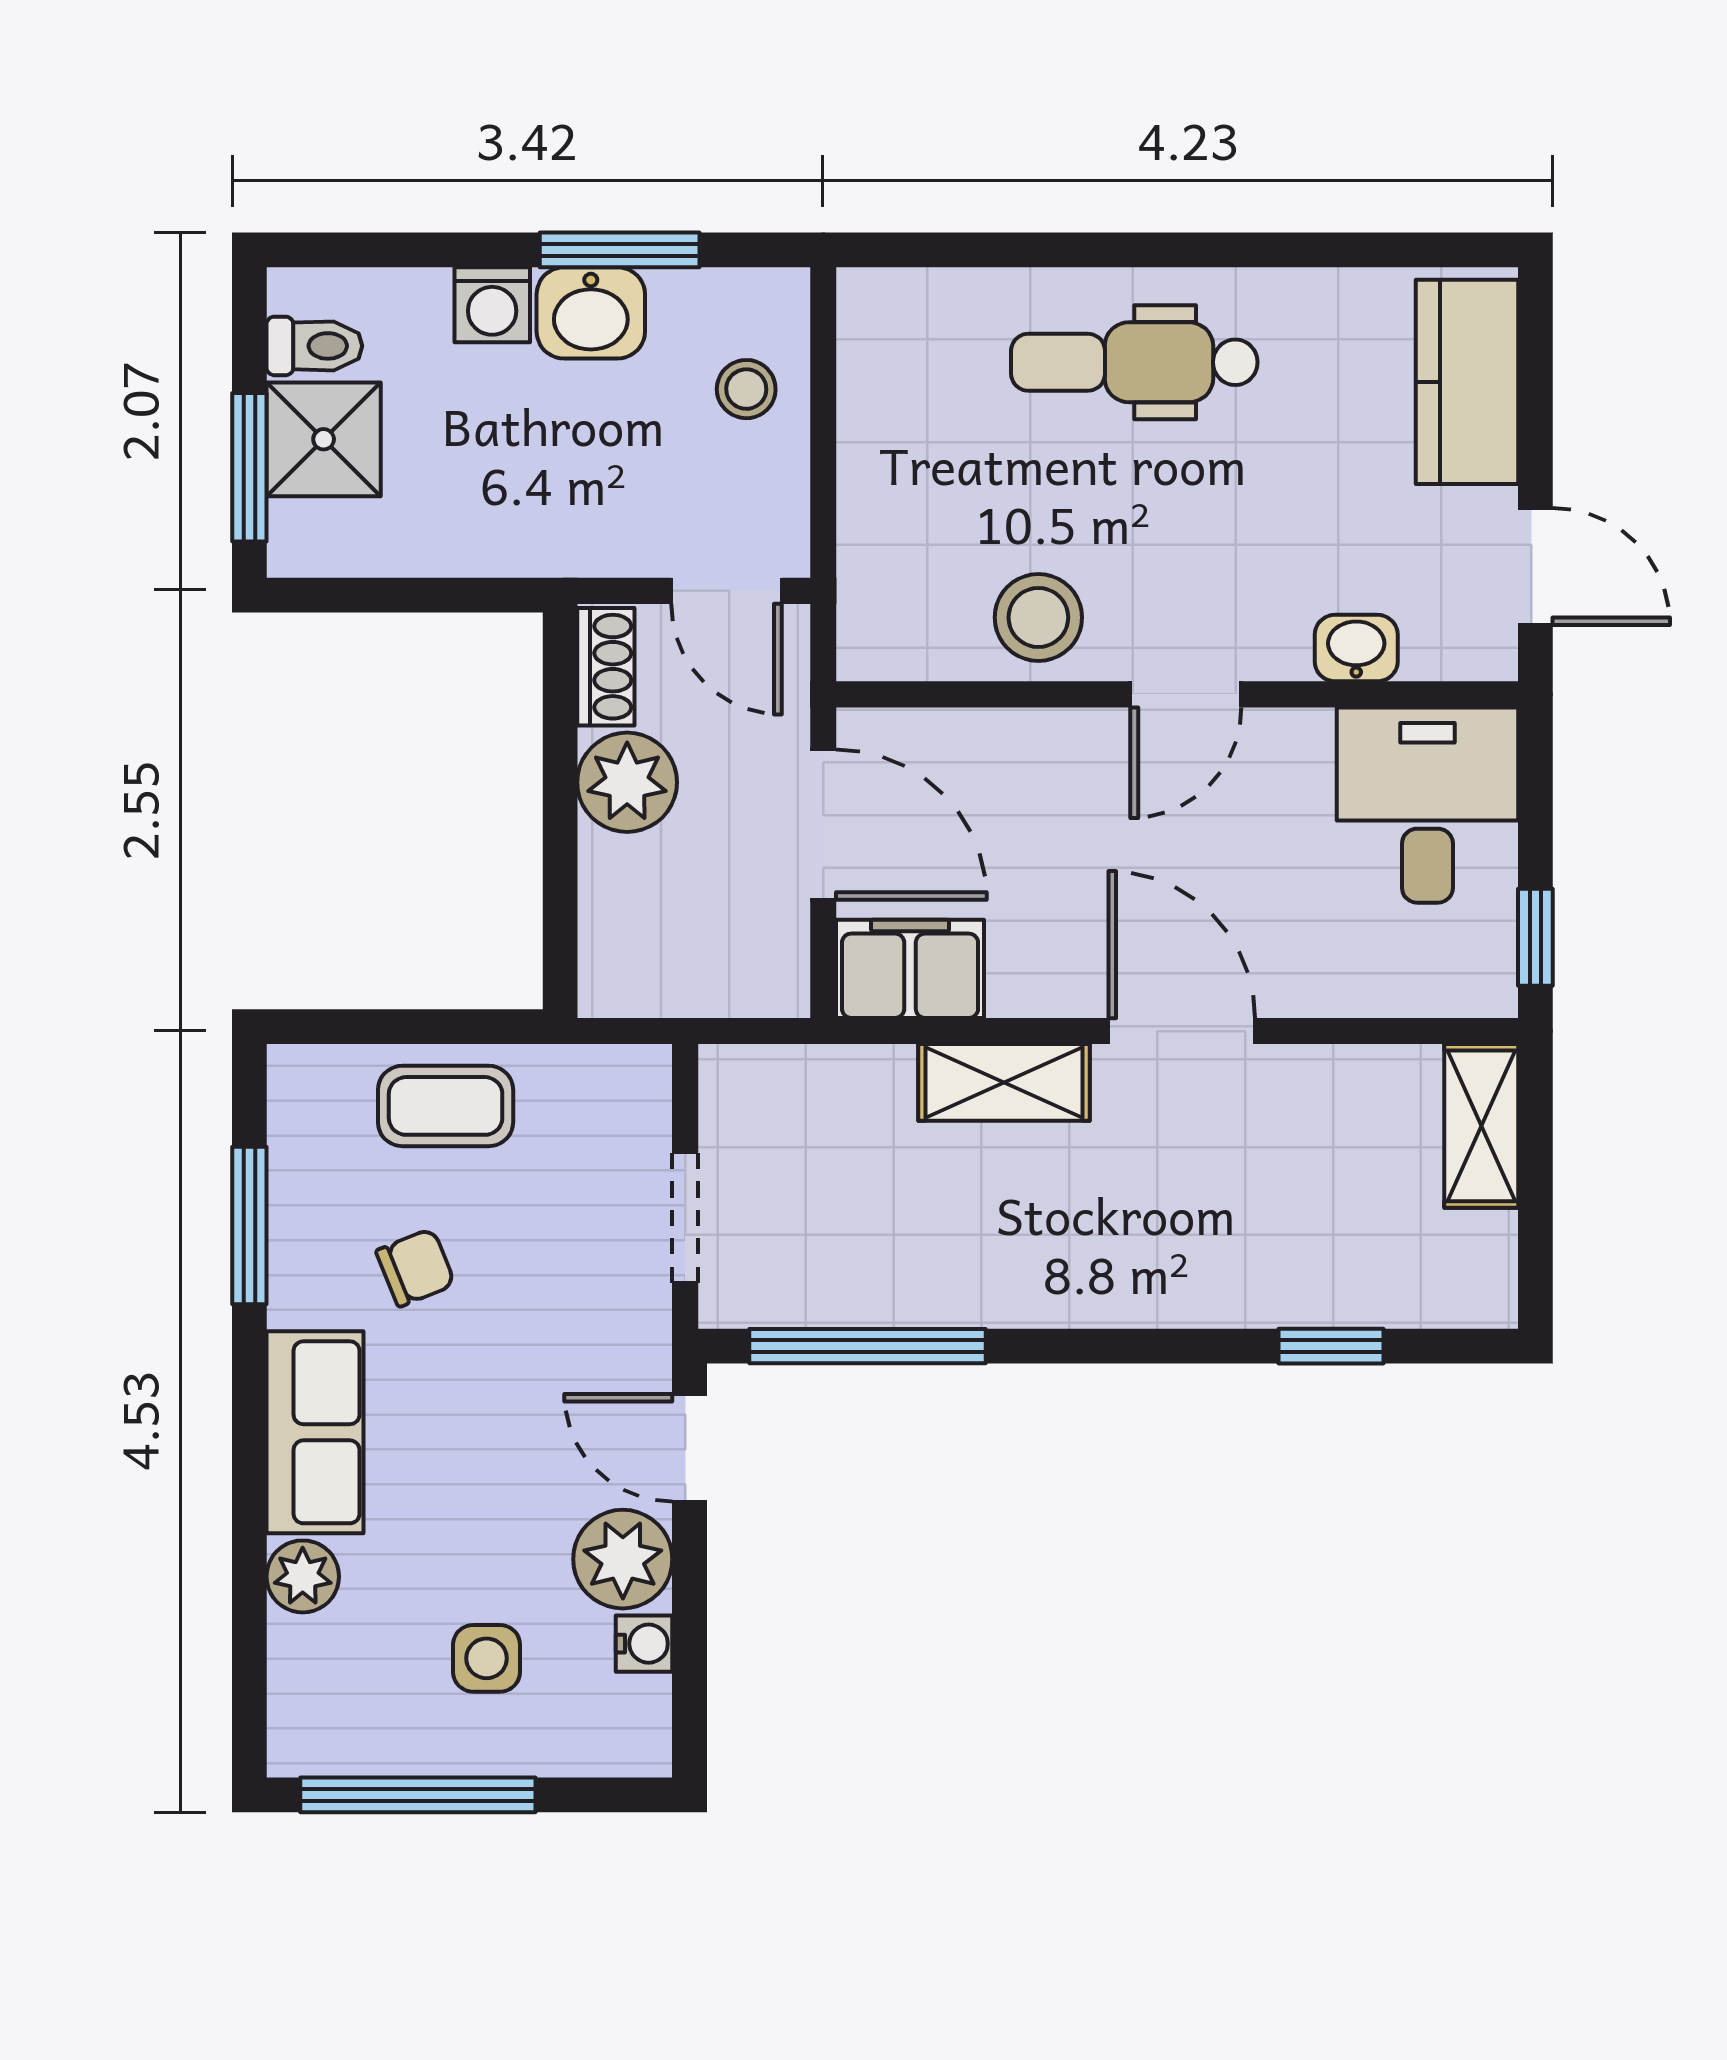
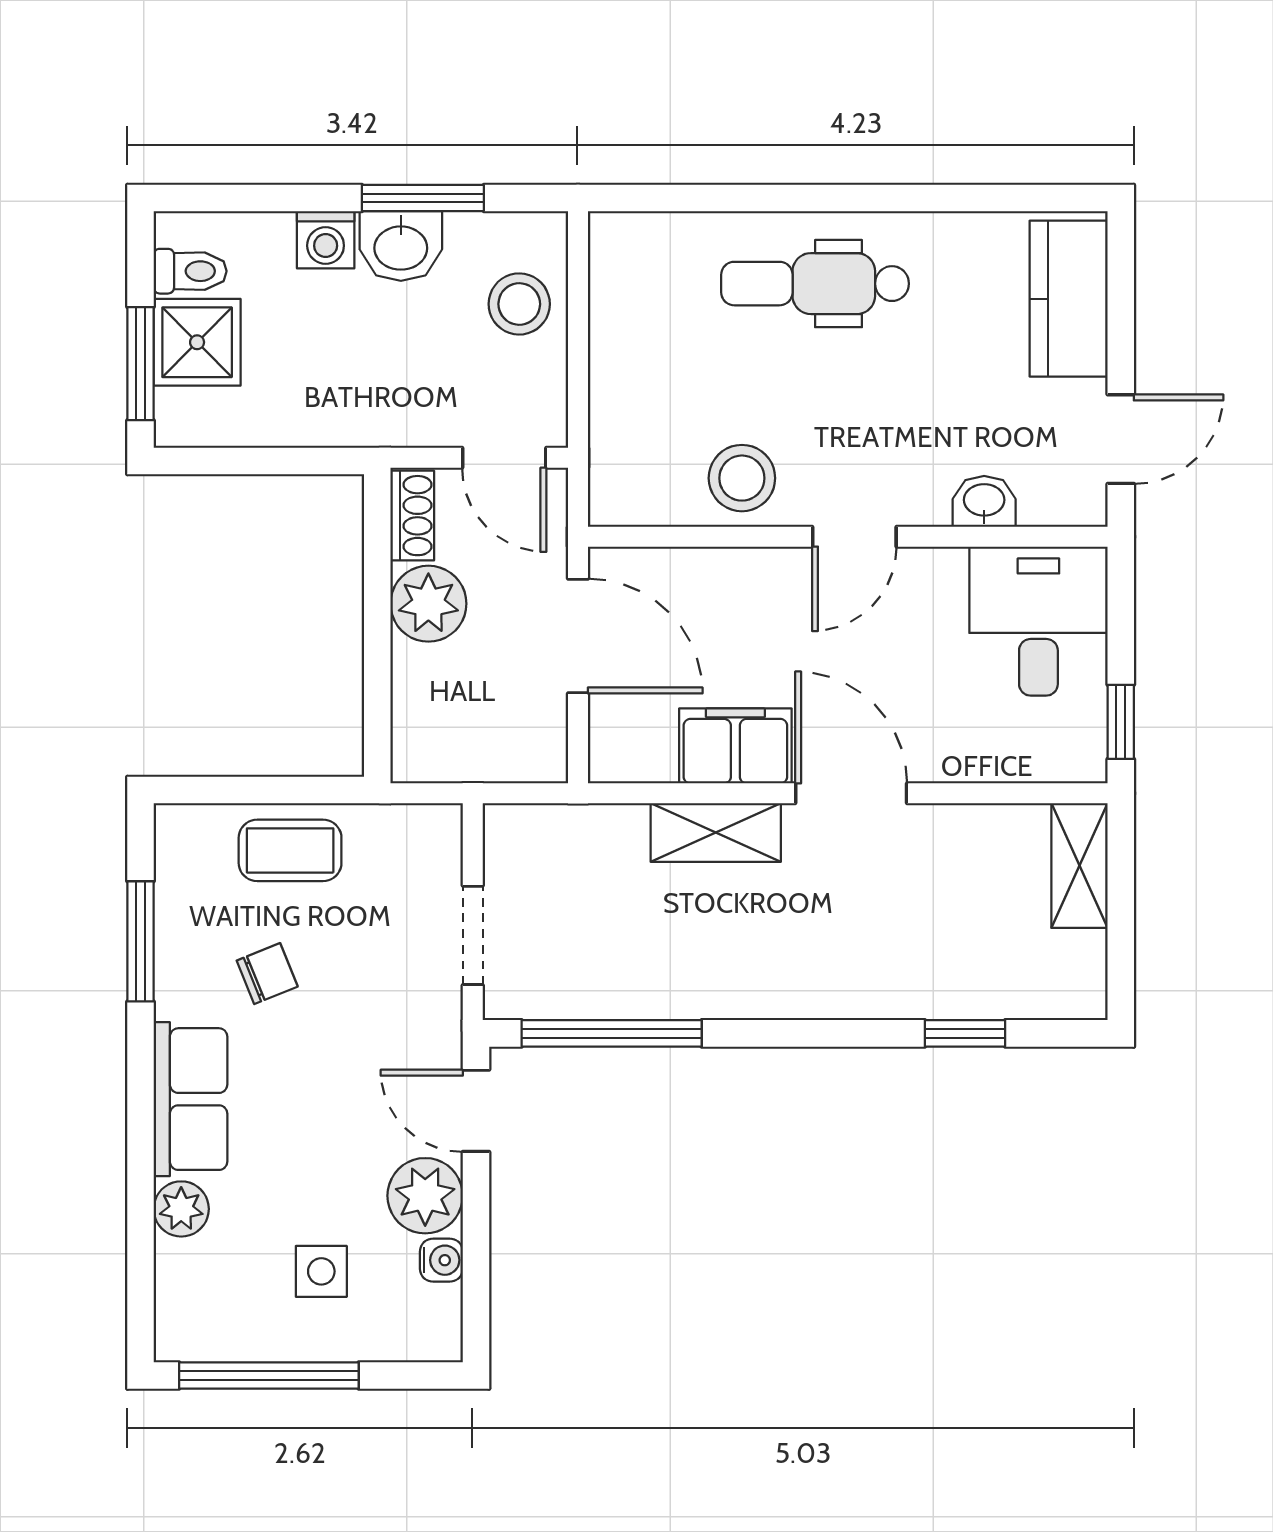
stool: (746, 389) -> (519, 304), width x1.37, depth x1.37
door: (1535, 566) -> (1121, 439), hinge flipped
filing cabinet: (910, 969) -> (735, 746), moved

